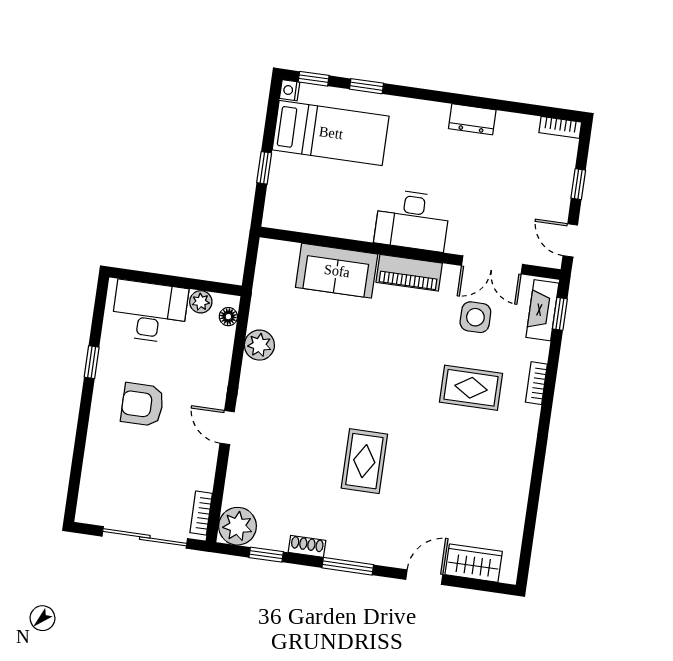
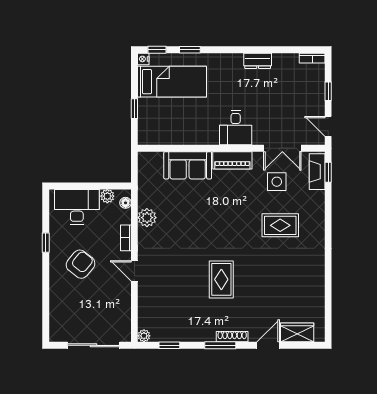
desk: (412, 220) -> (236, 128), width x0.73
bookcase: (536, 383) -> (320, 217), removed
armchair: (142, 405) -> (81, 264), turned 129
bookcase: (201, 513) -> (126, 238), moved
plant: (238, 526) -> (144, 336), width x0.53, depth x0.53
shoe rack: (307, 546) -> (232, 337), moved, width x1.43

